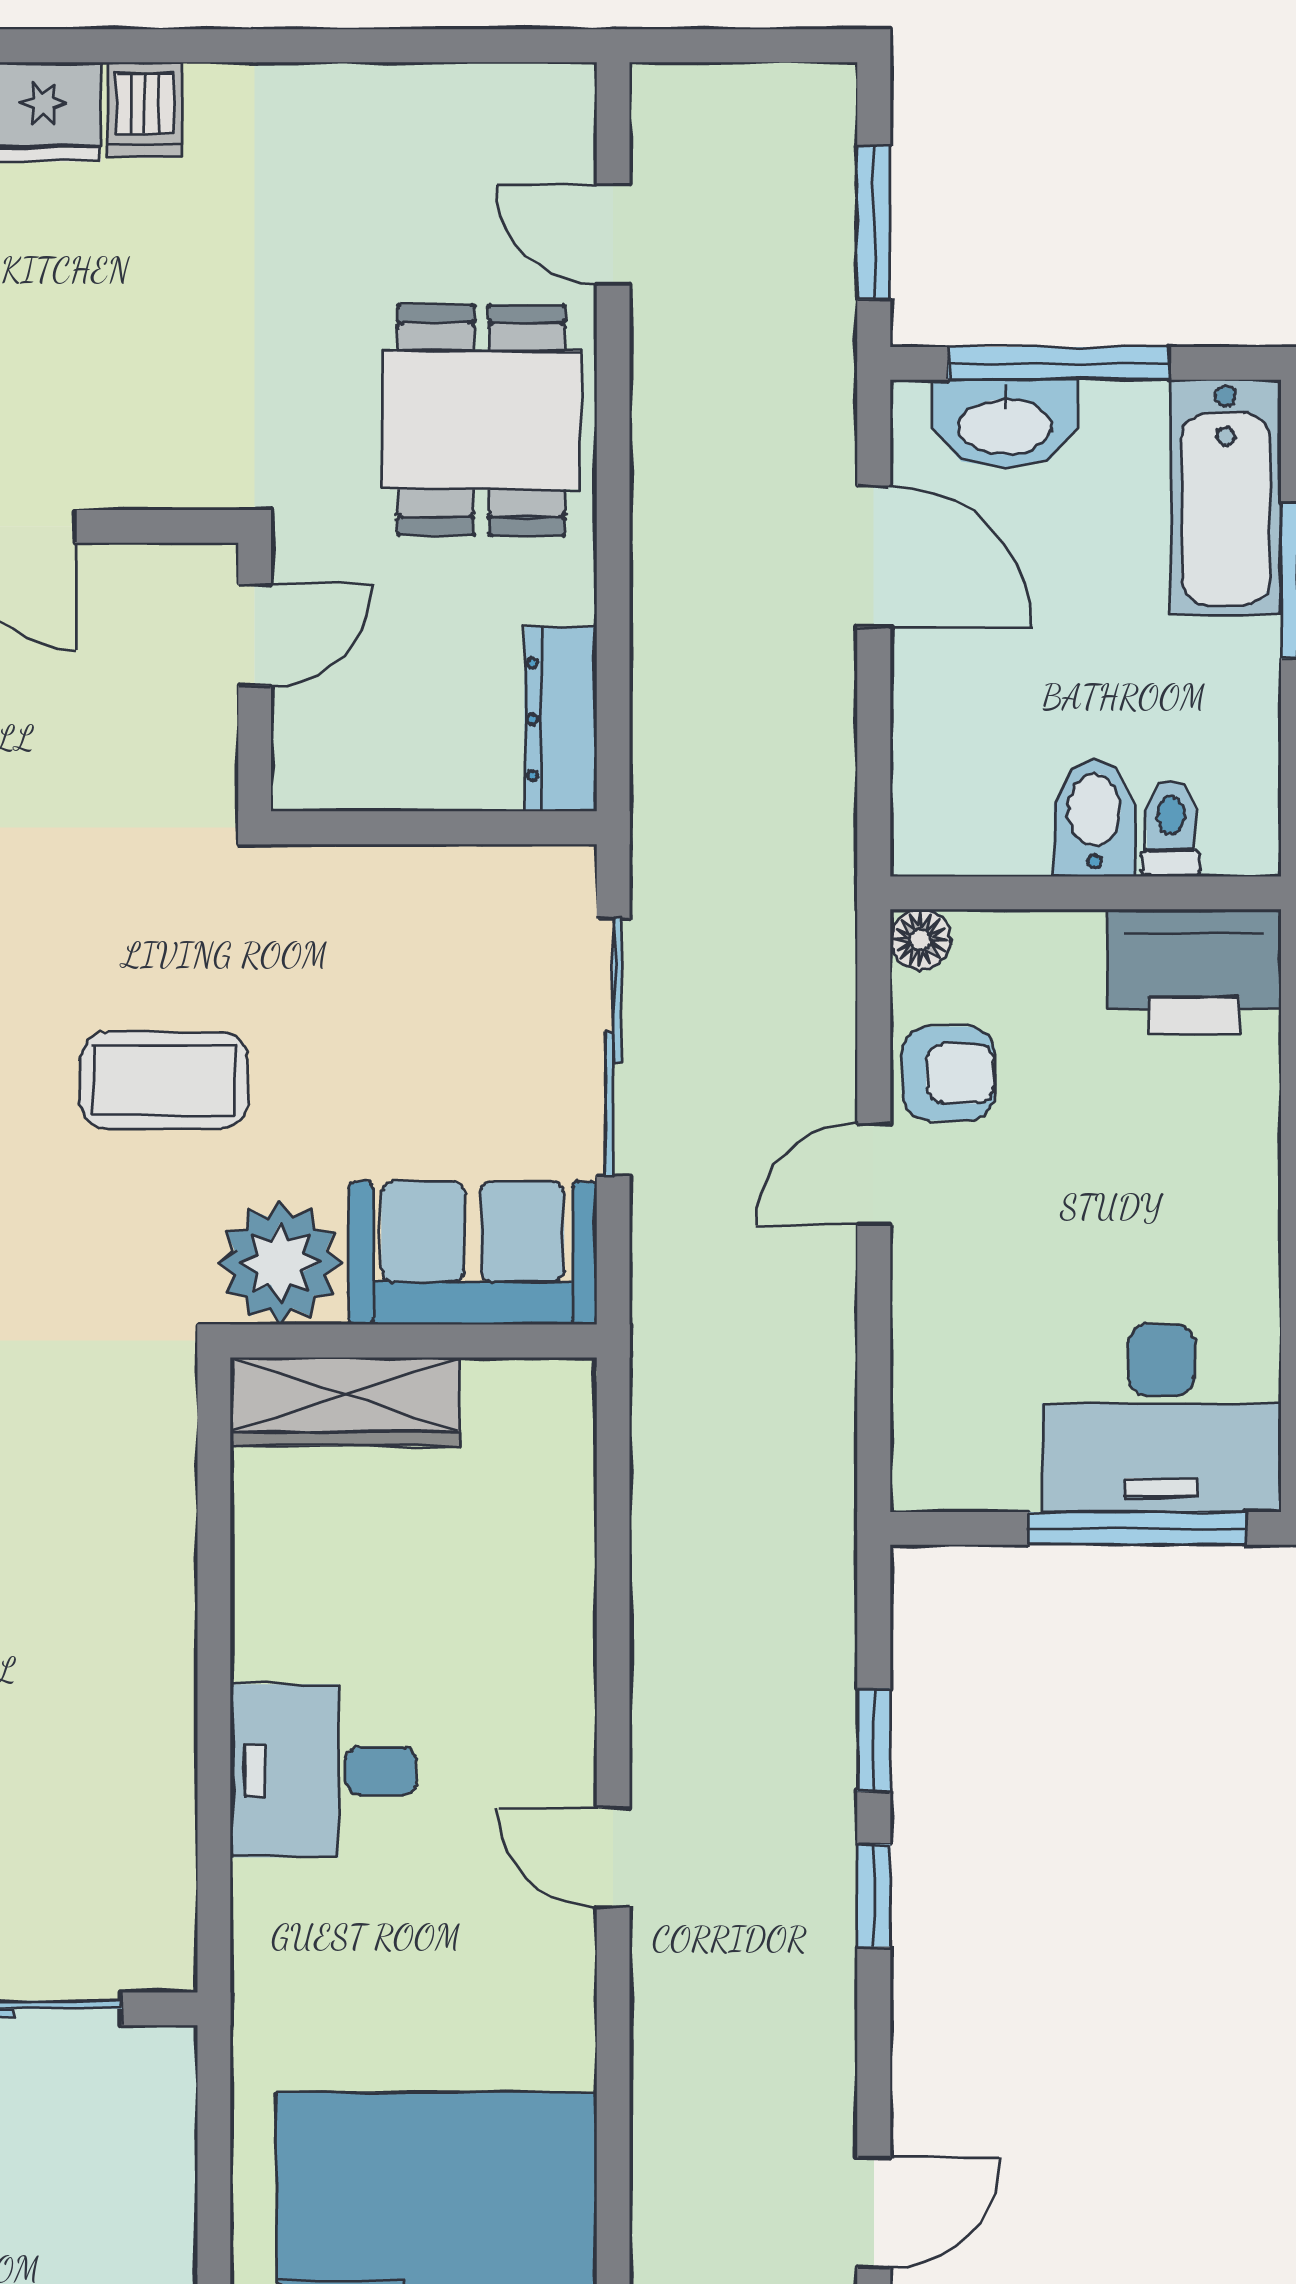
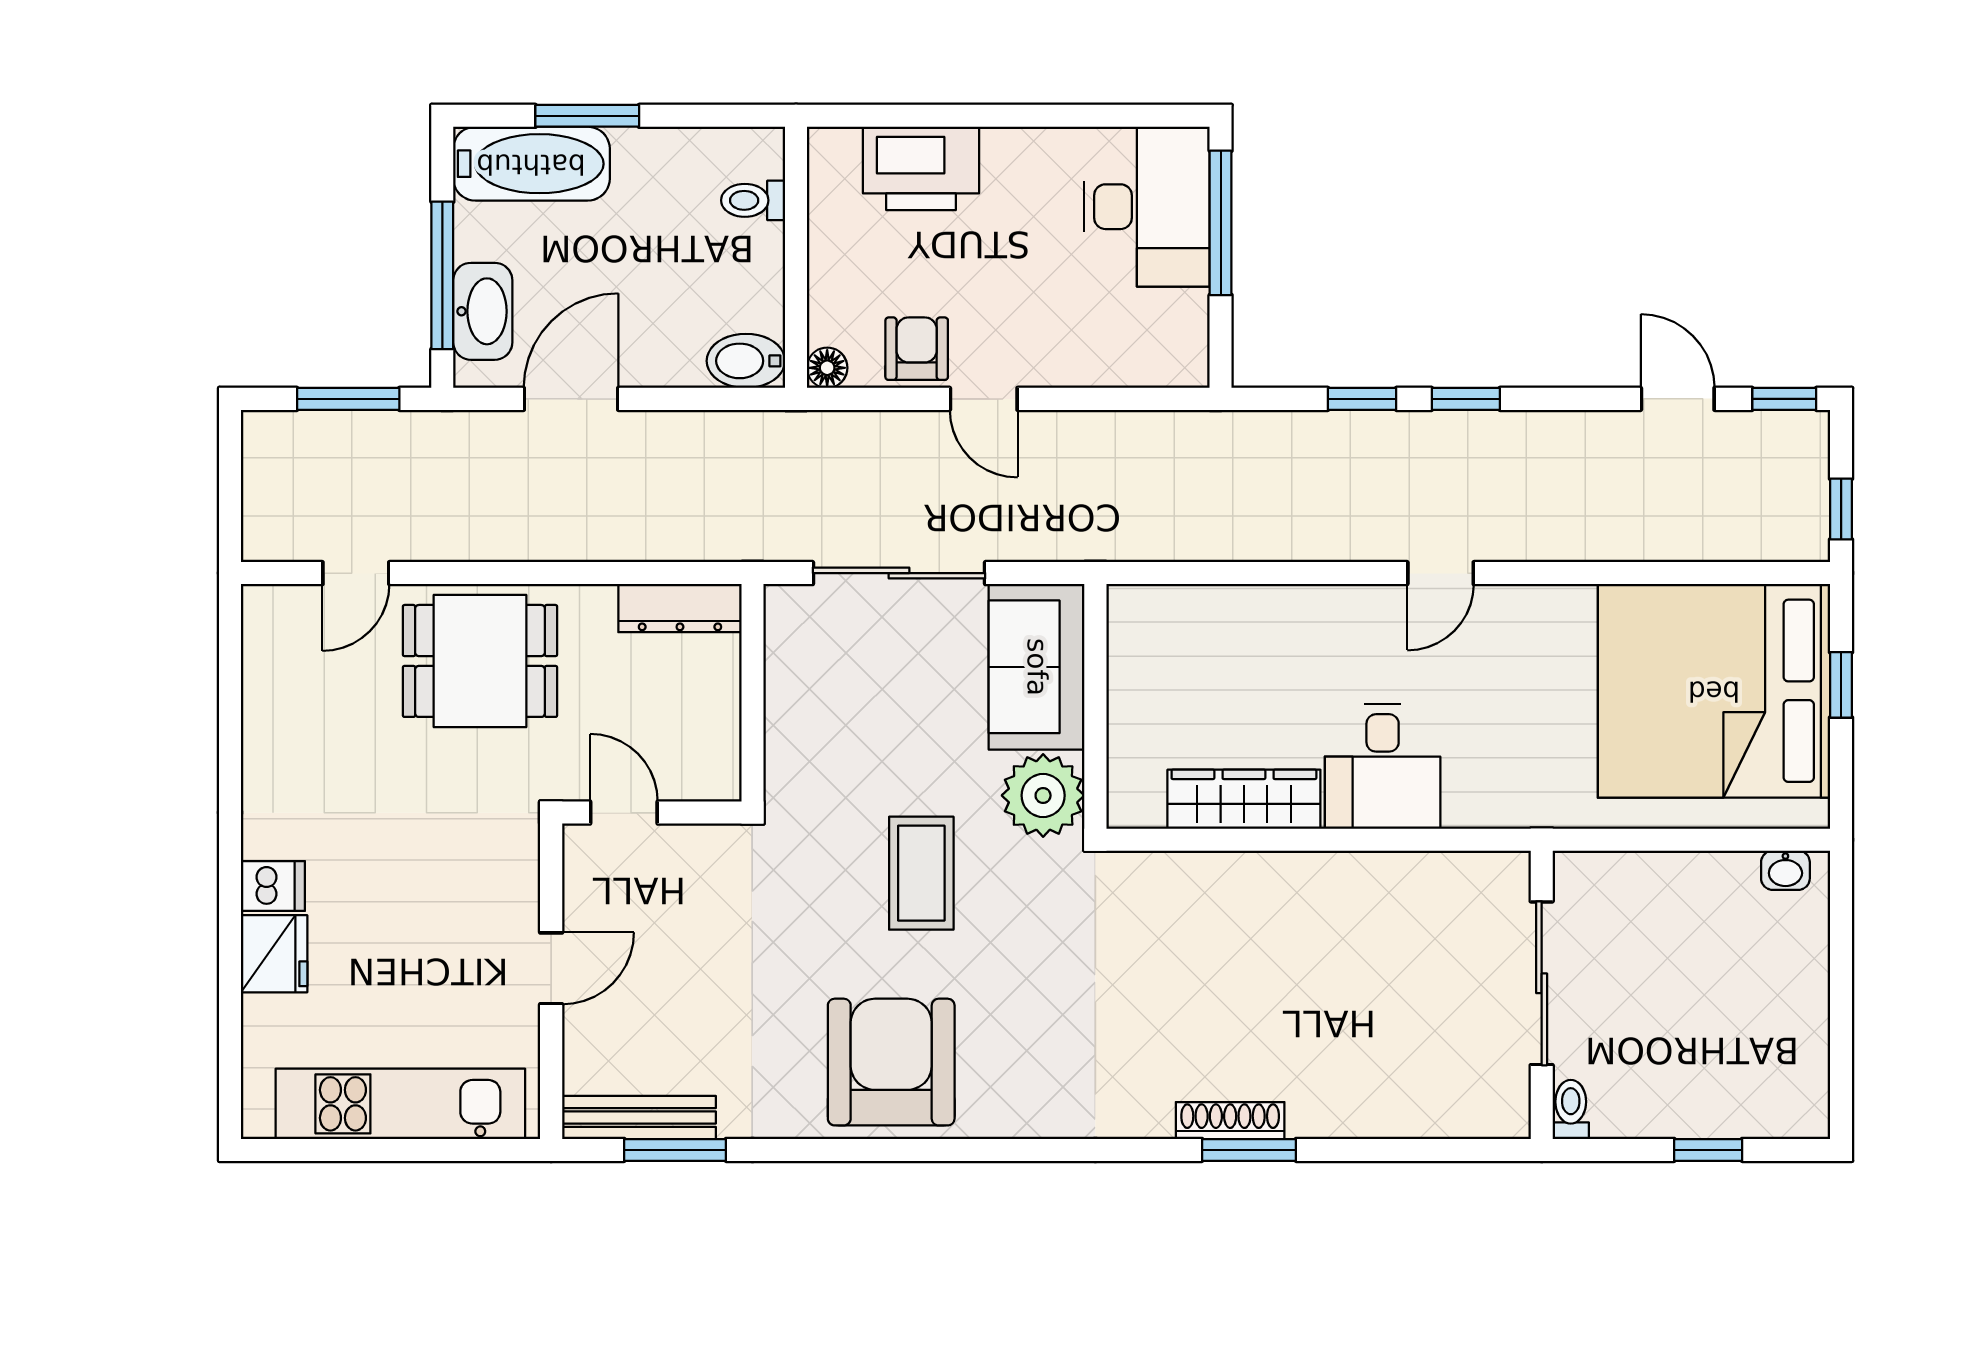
bidet: (1094, 818) -> (746, 361), moved
printer: (1194, 972) -> (921, 168), moved, turned 90
wardrobe: (345, 1402) -> (1244, 799), moved, turned -90

